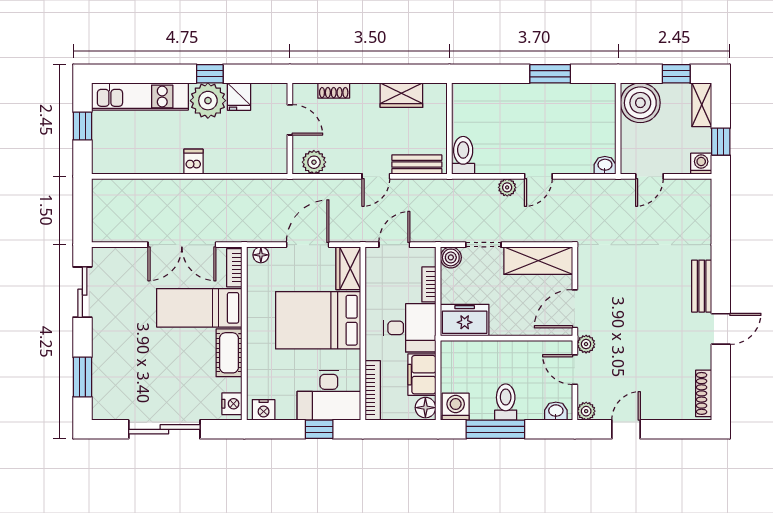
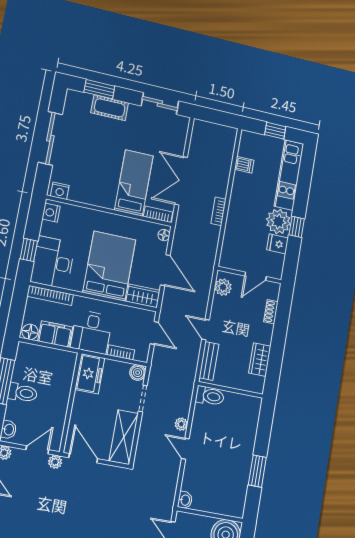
dishwasher: (193, 162) -> (244, 165), moved
bookcase: (212, 186) -> (218, 211), added
cot: (229, 353) -> (110, 108), moved
washing machine: (456, 407) -> (26, 354), removed

